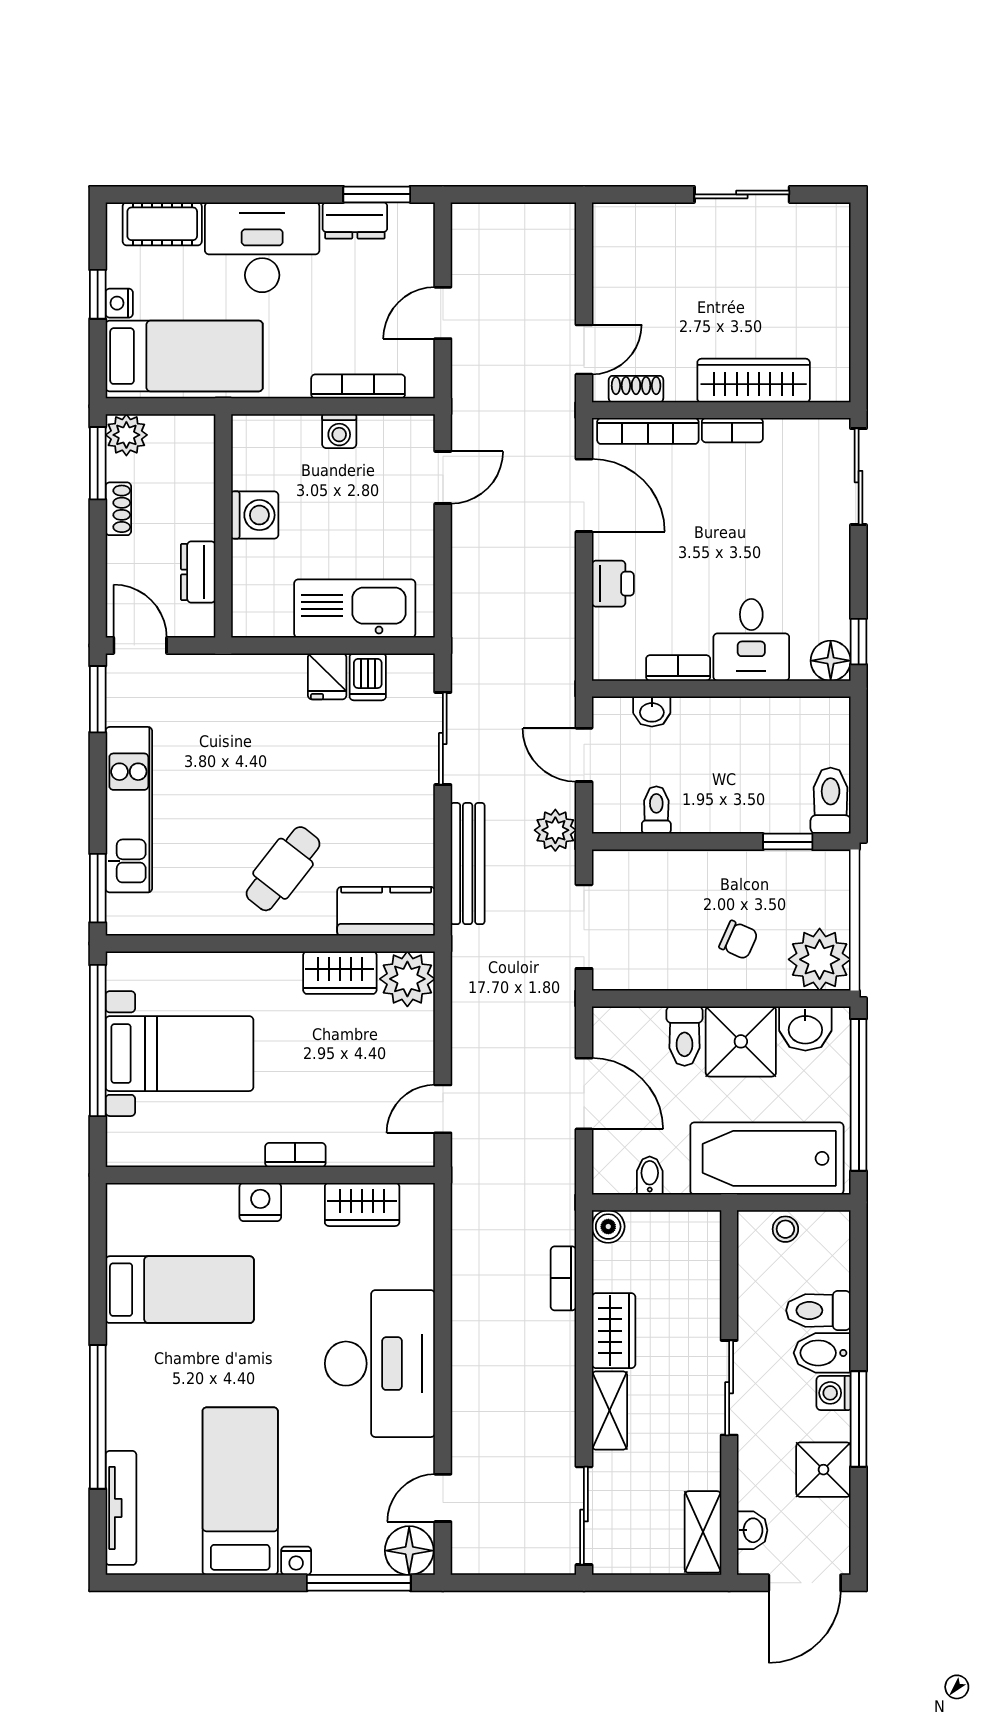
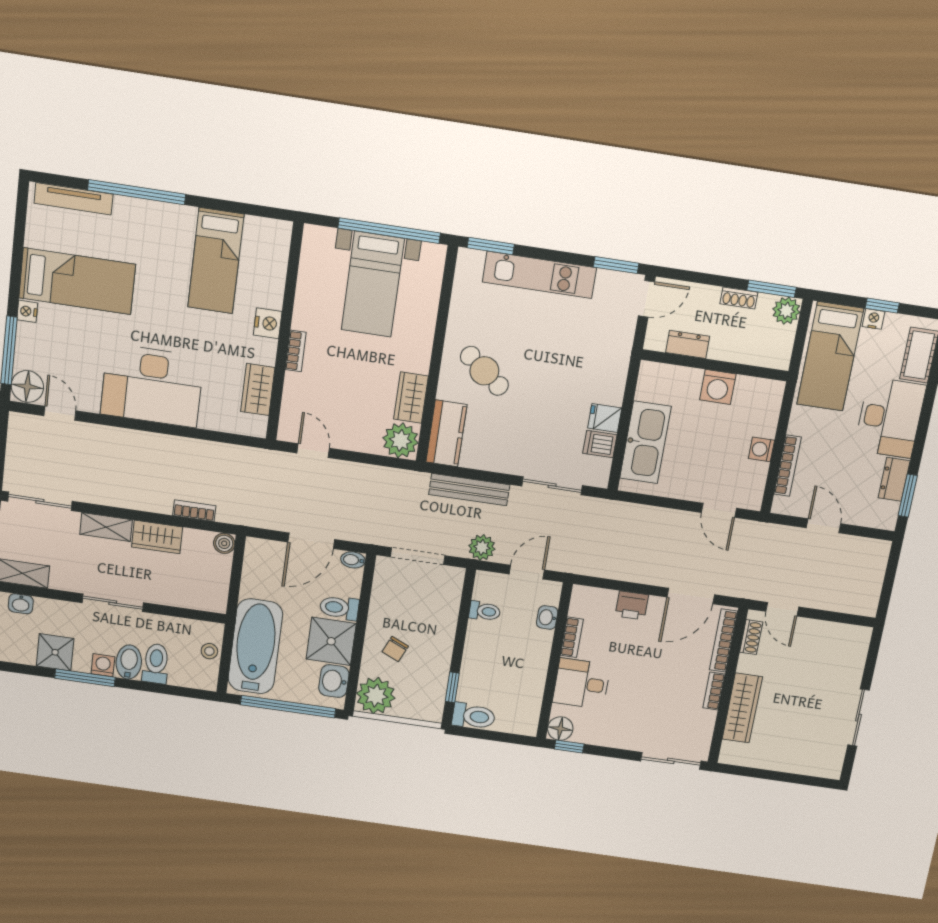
bidet: (650, 1175) -> (353, 560), moved, turned 180

